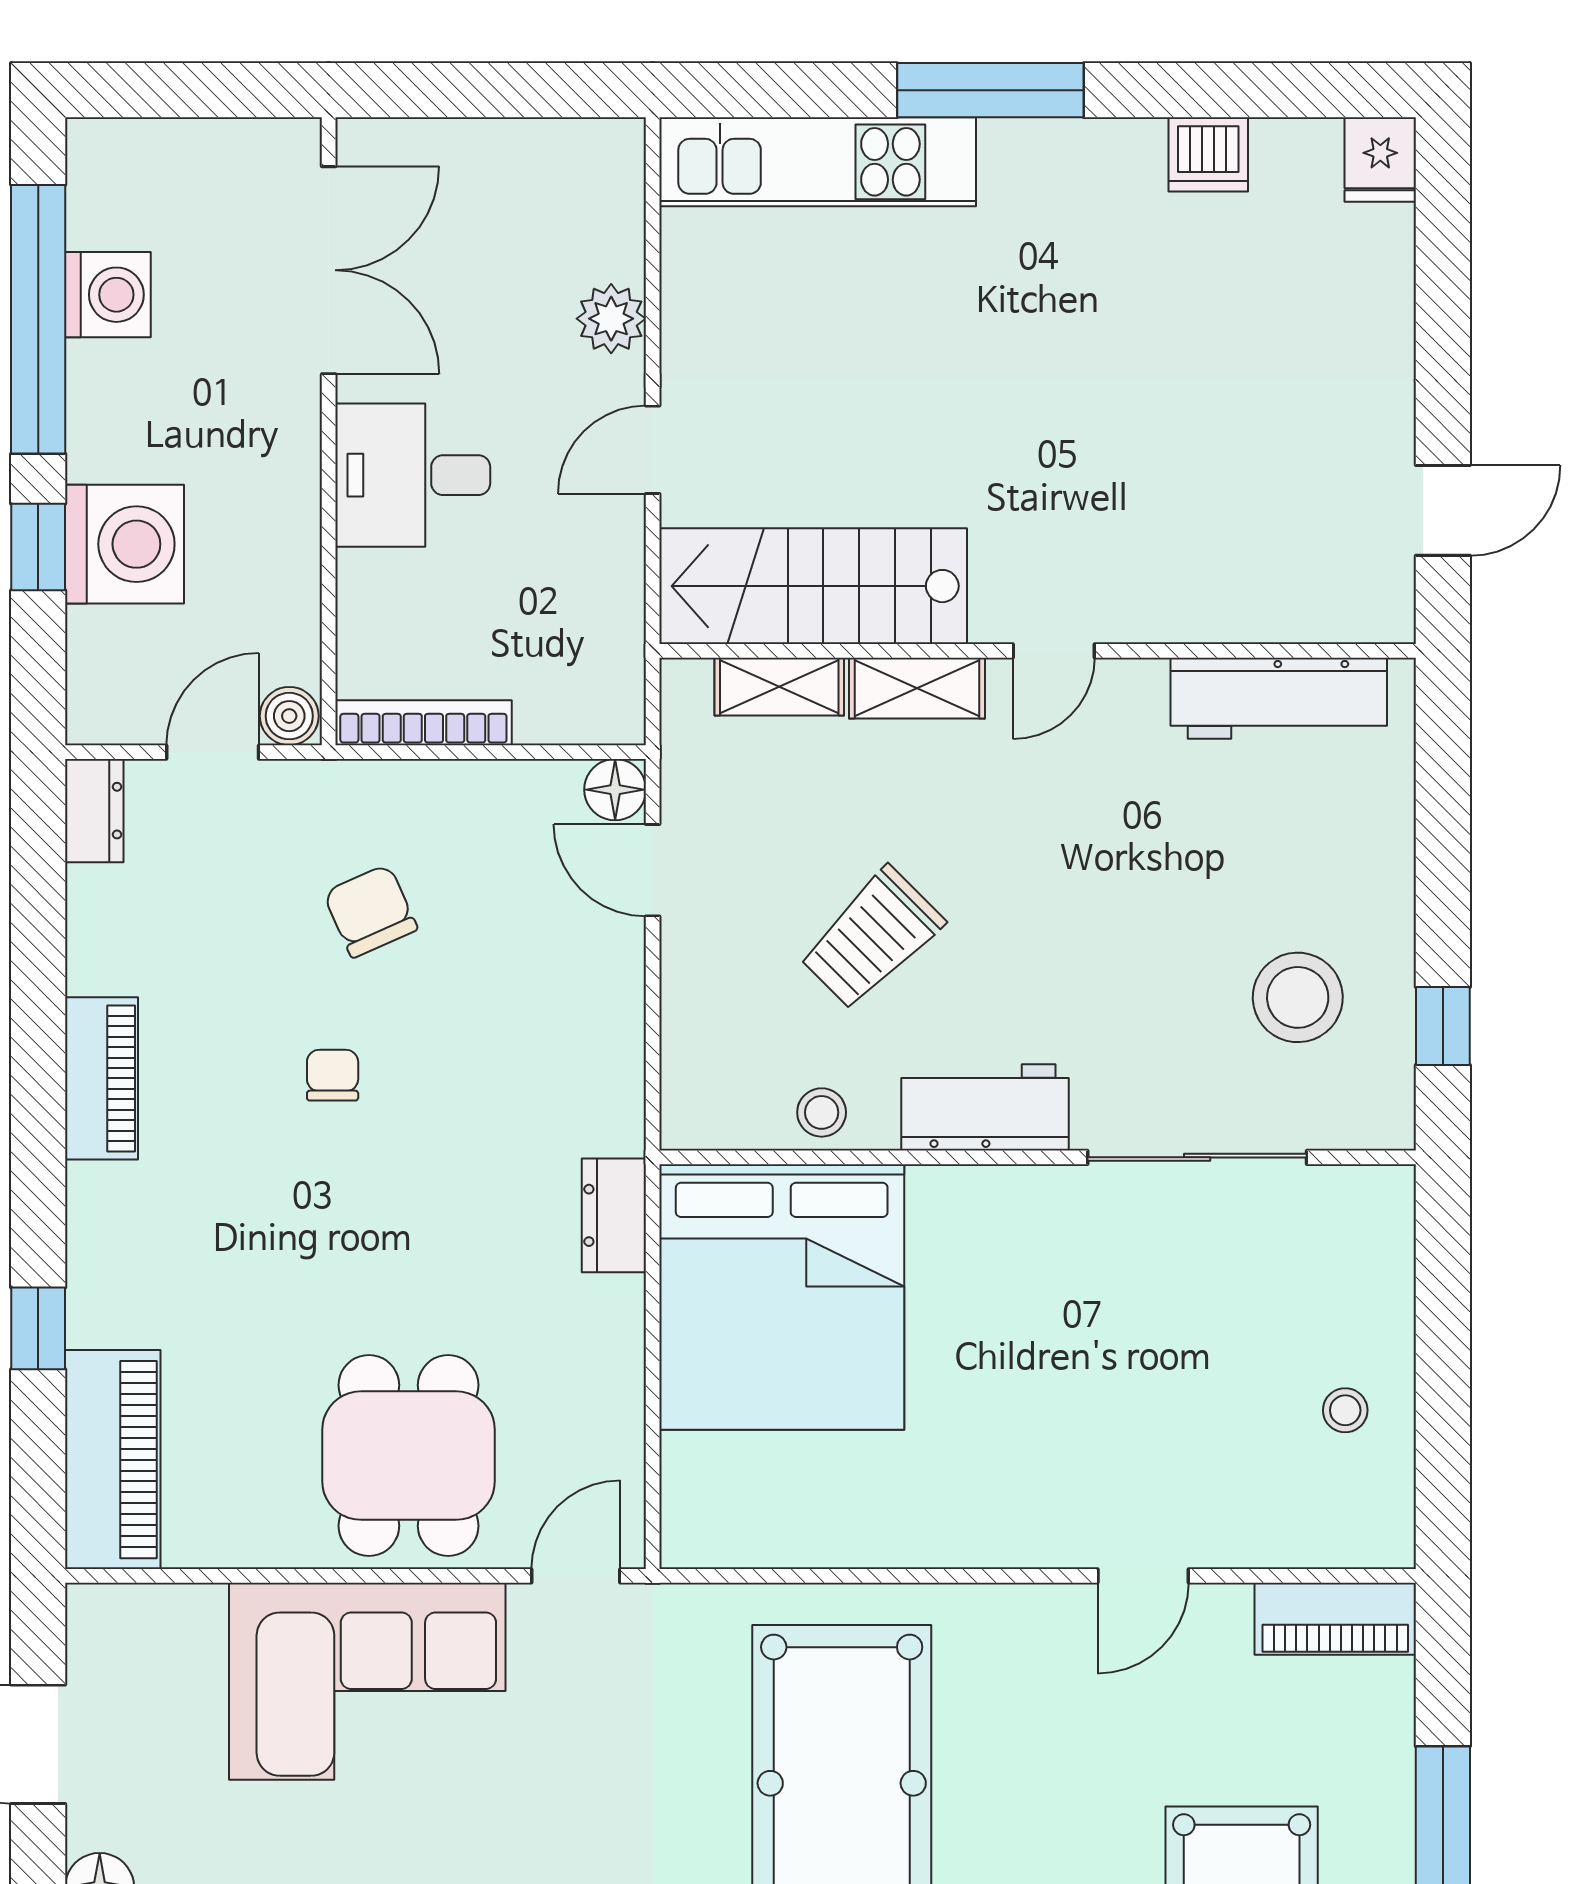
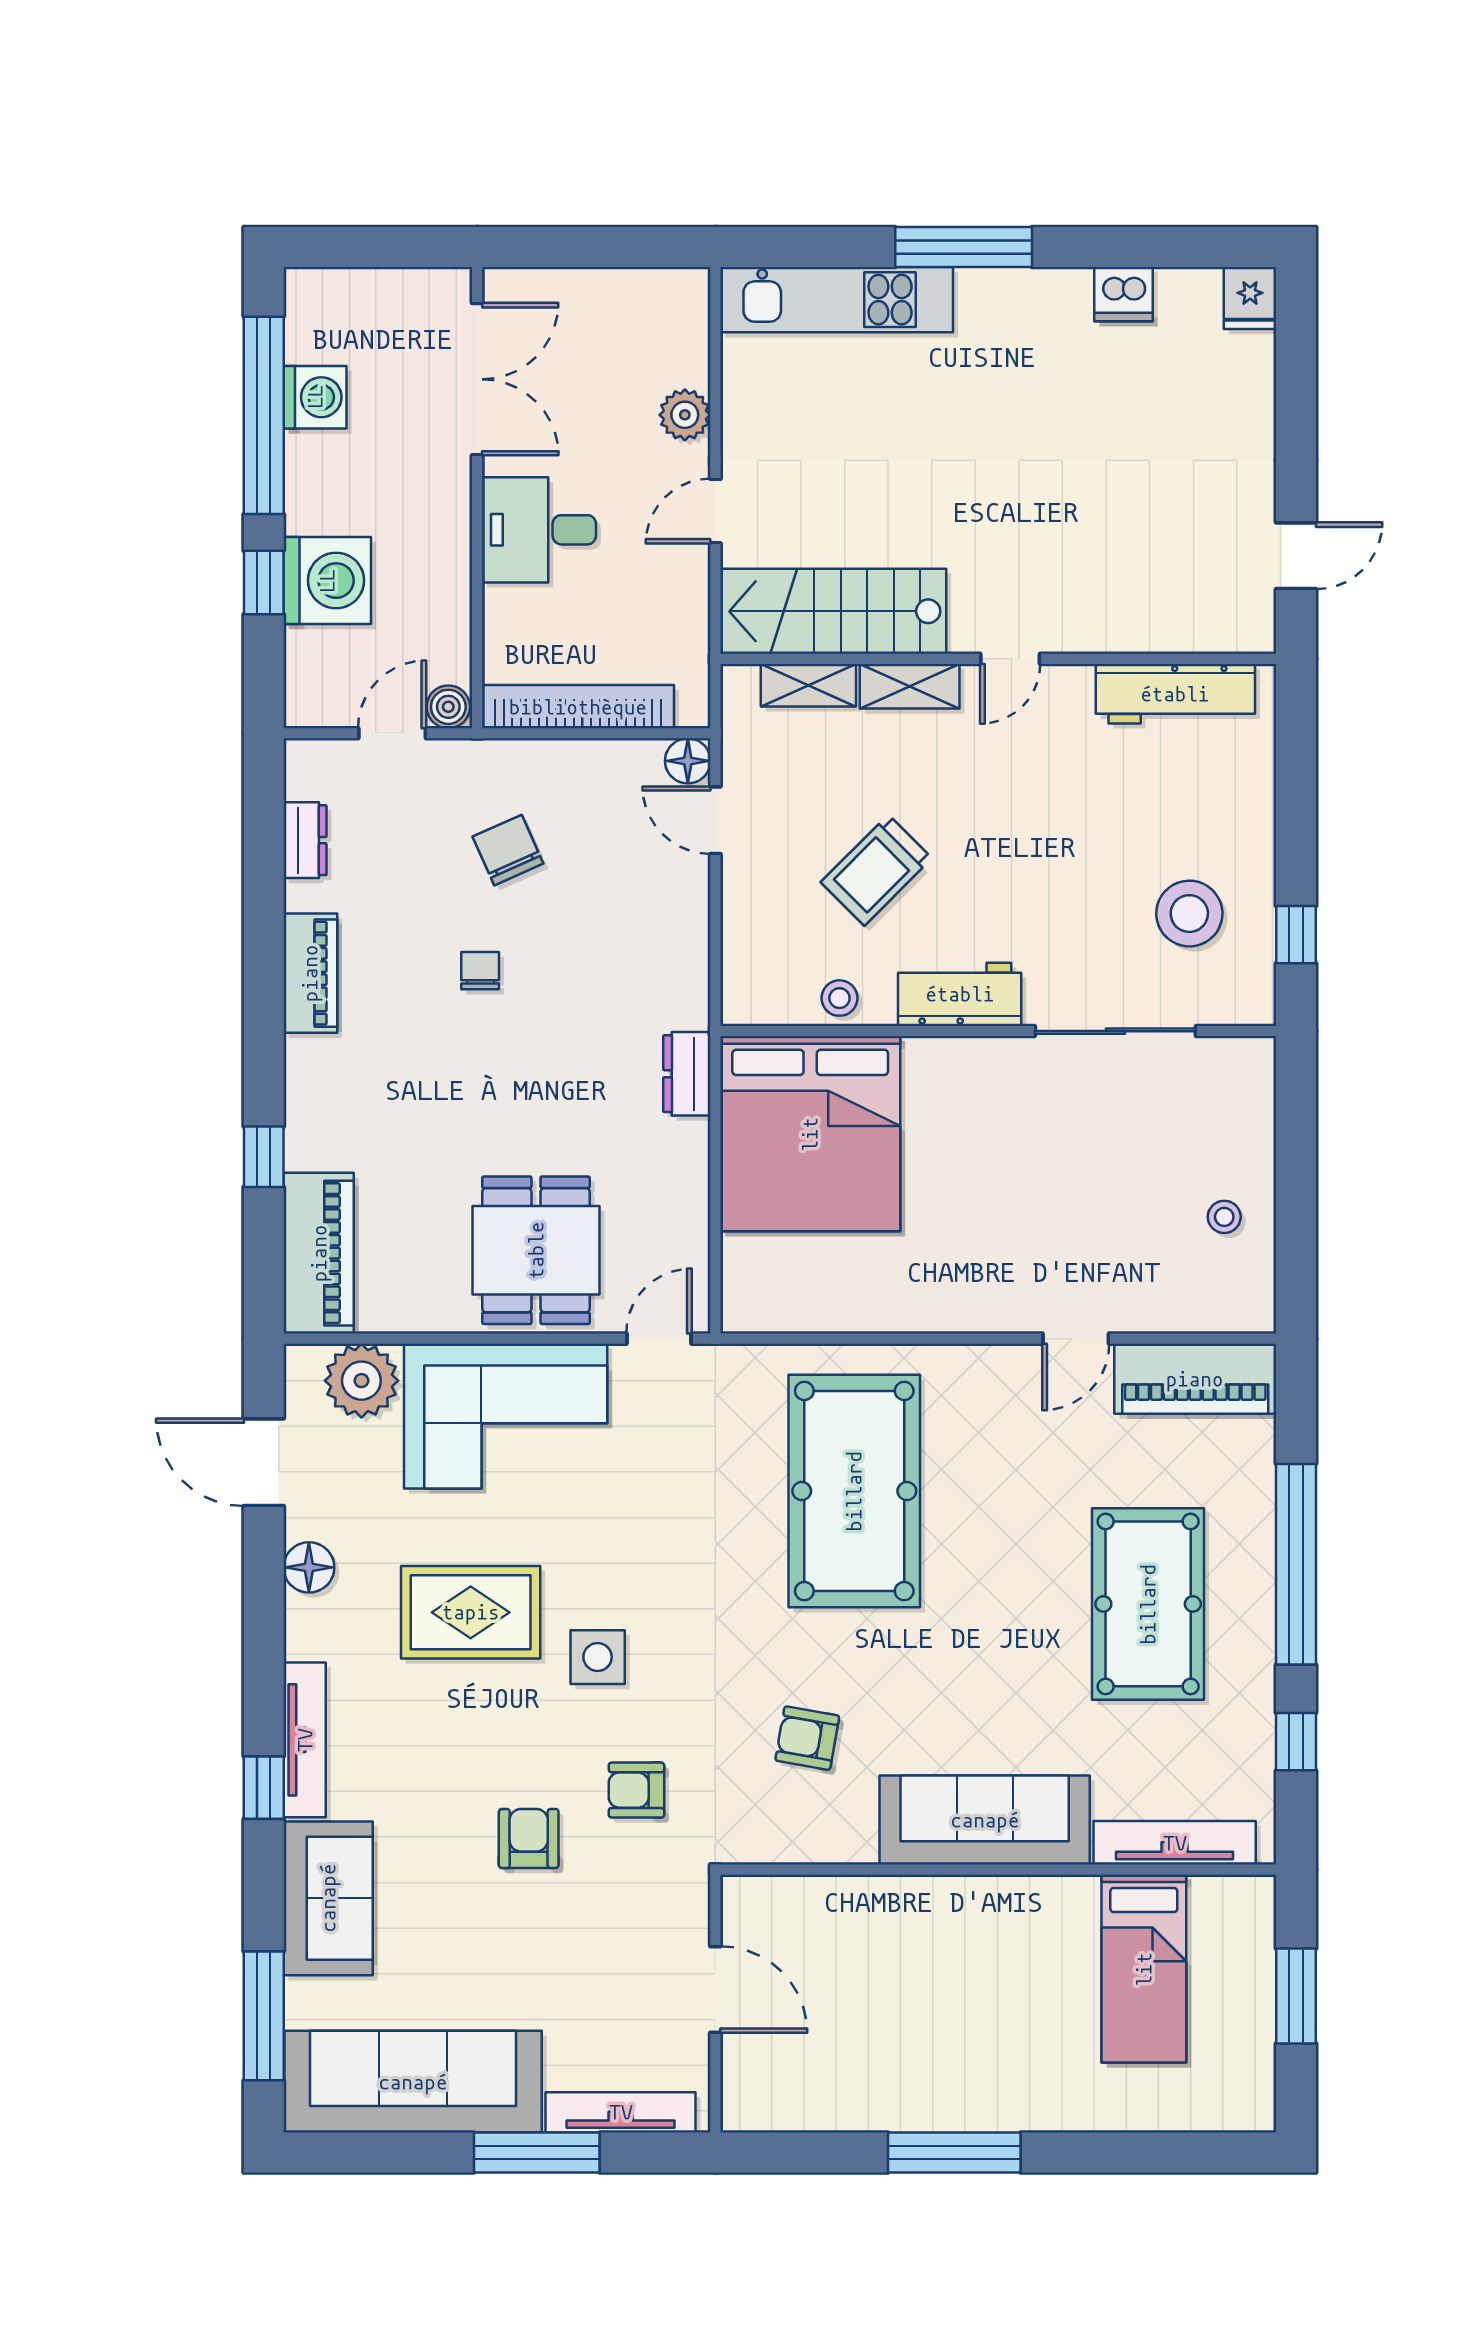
bookcase: (423, 723) -> (578, 707), width x1.48, depth x1.31
dresser: (94, 811) -> (305, 840), moved
piano: (1335, 1619) -> (1195, 1379), width x1.37, depth x1.33
plant: (171, 1633) -> (361, 1381), added

